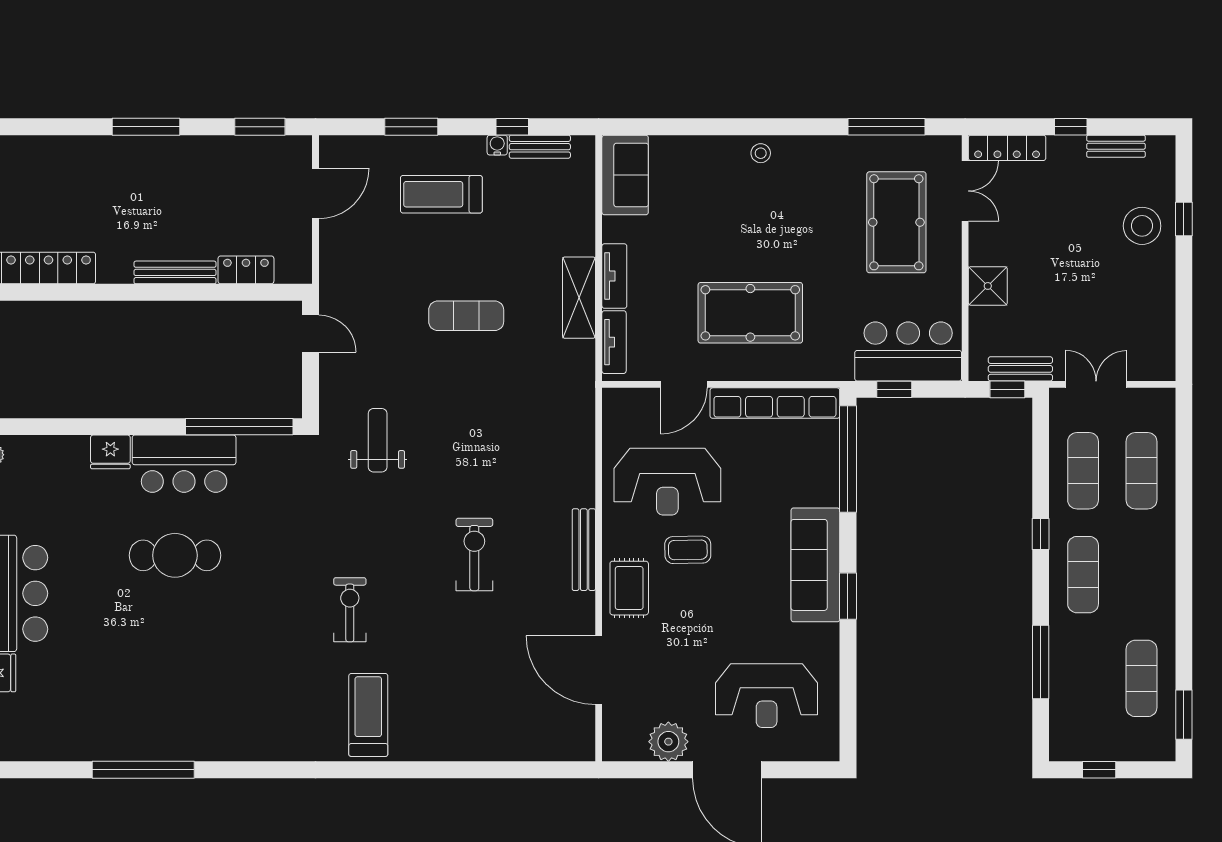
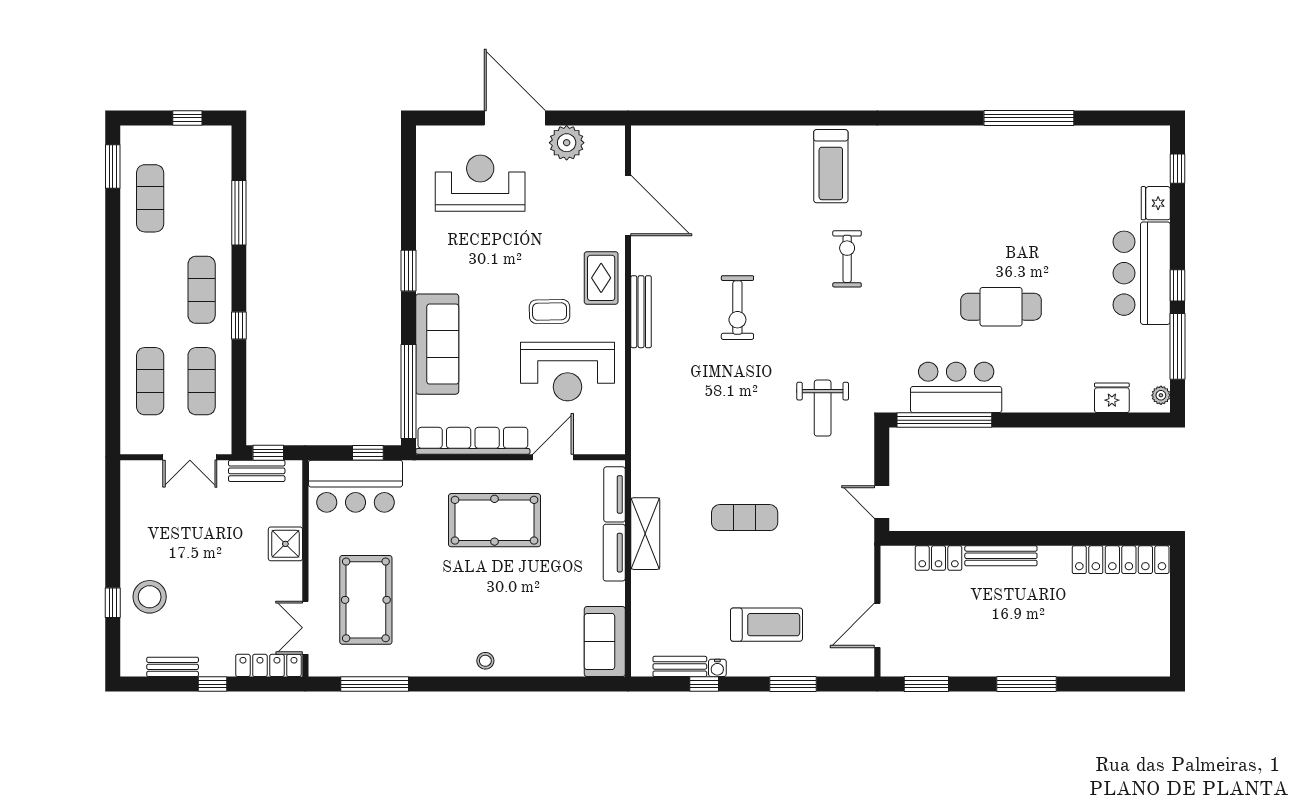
fridge: (110, 452) -> (1112, 398), moved
bar counter: (184, 464) -> (956, 387), moved
reception desk: (667, 482) -> (568, 372), turned 180
sofa: (815, 565) -> (437, 344), moved
exercise bike: (350, 610) -> (847, 259), turned 180

